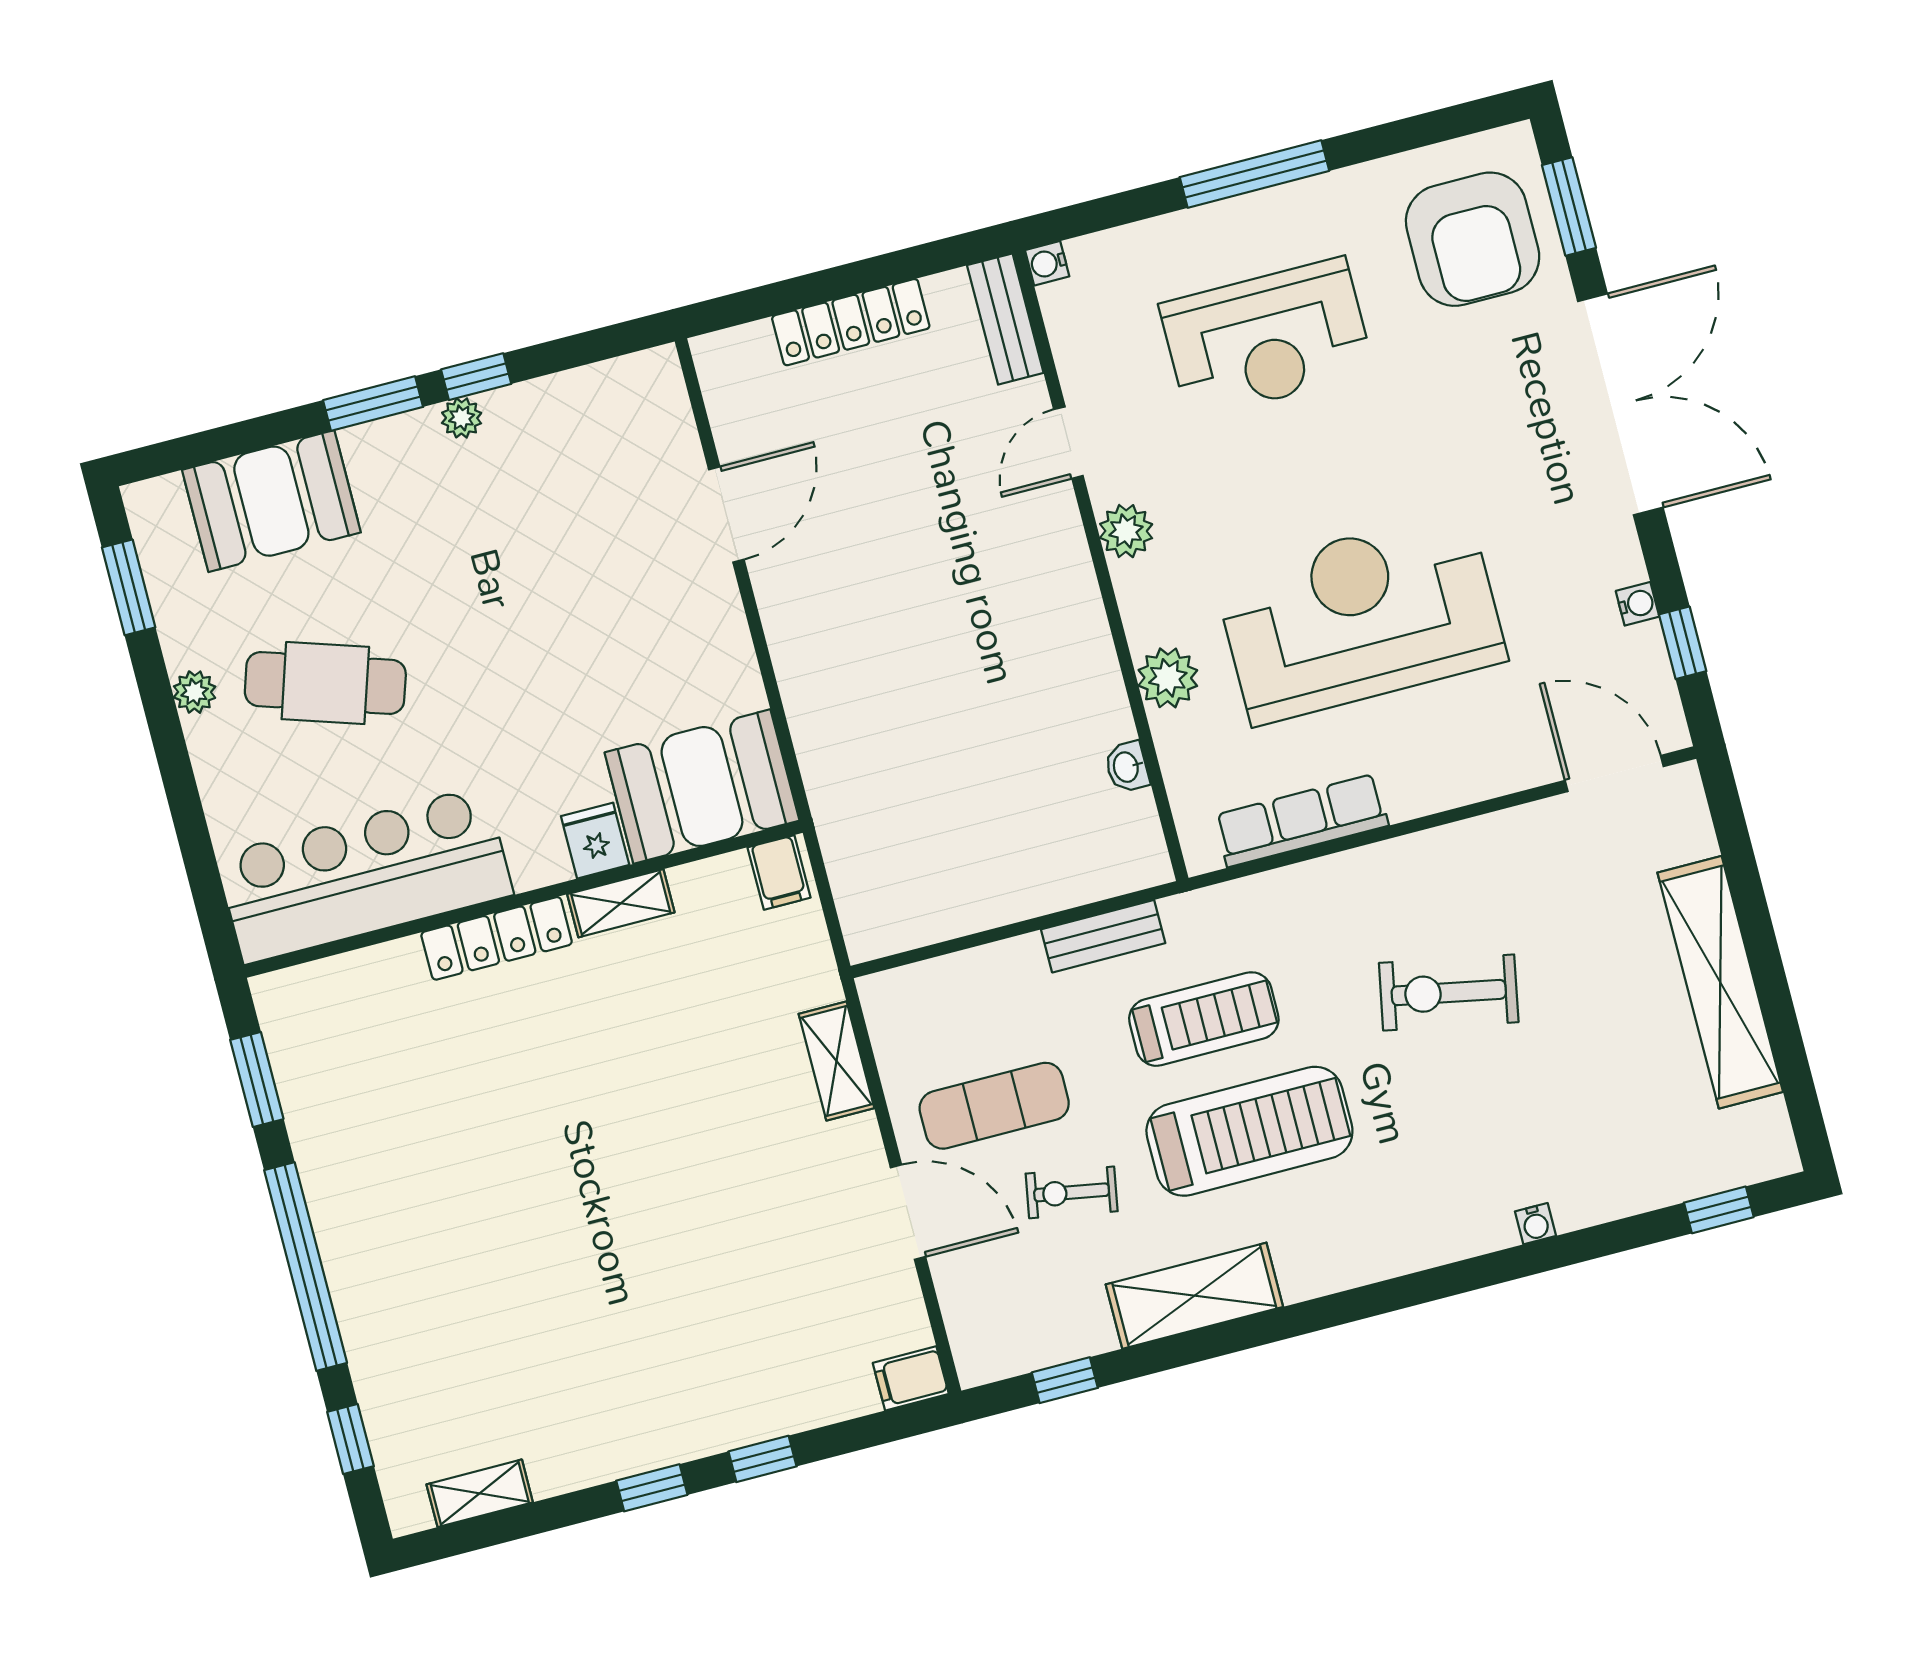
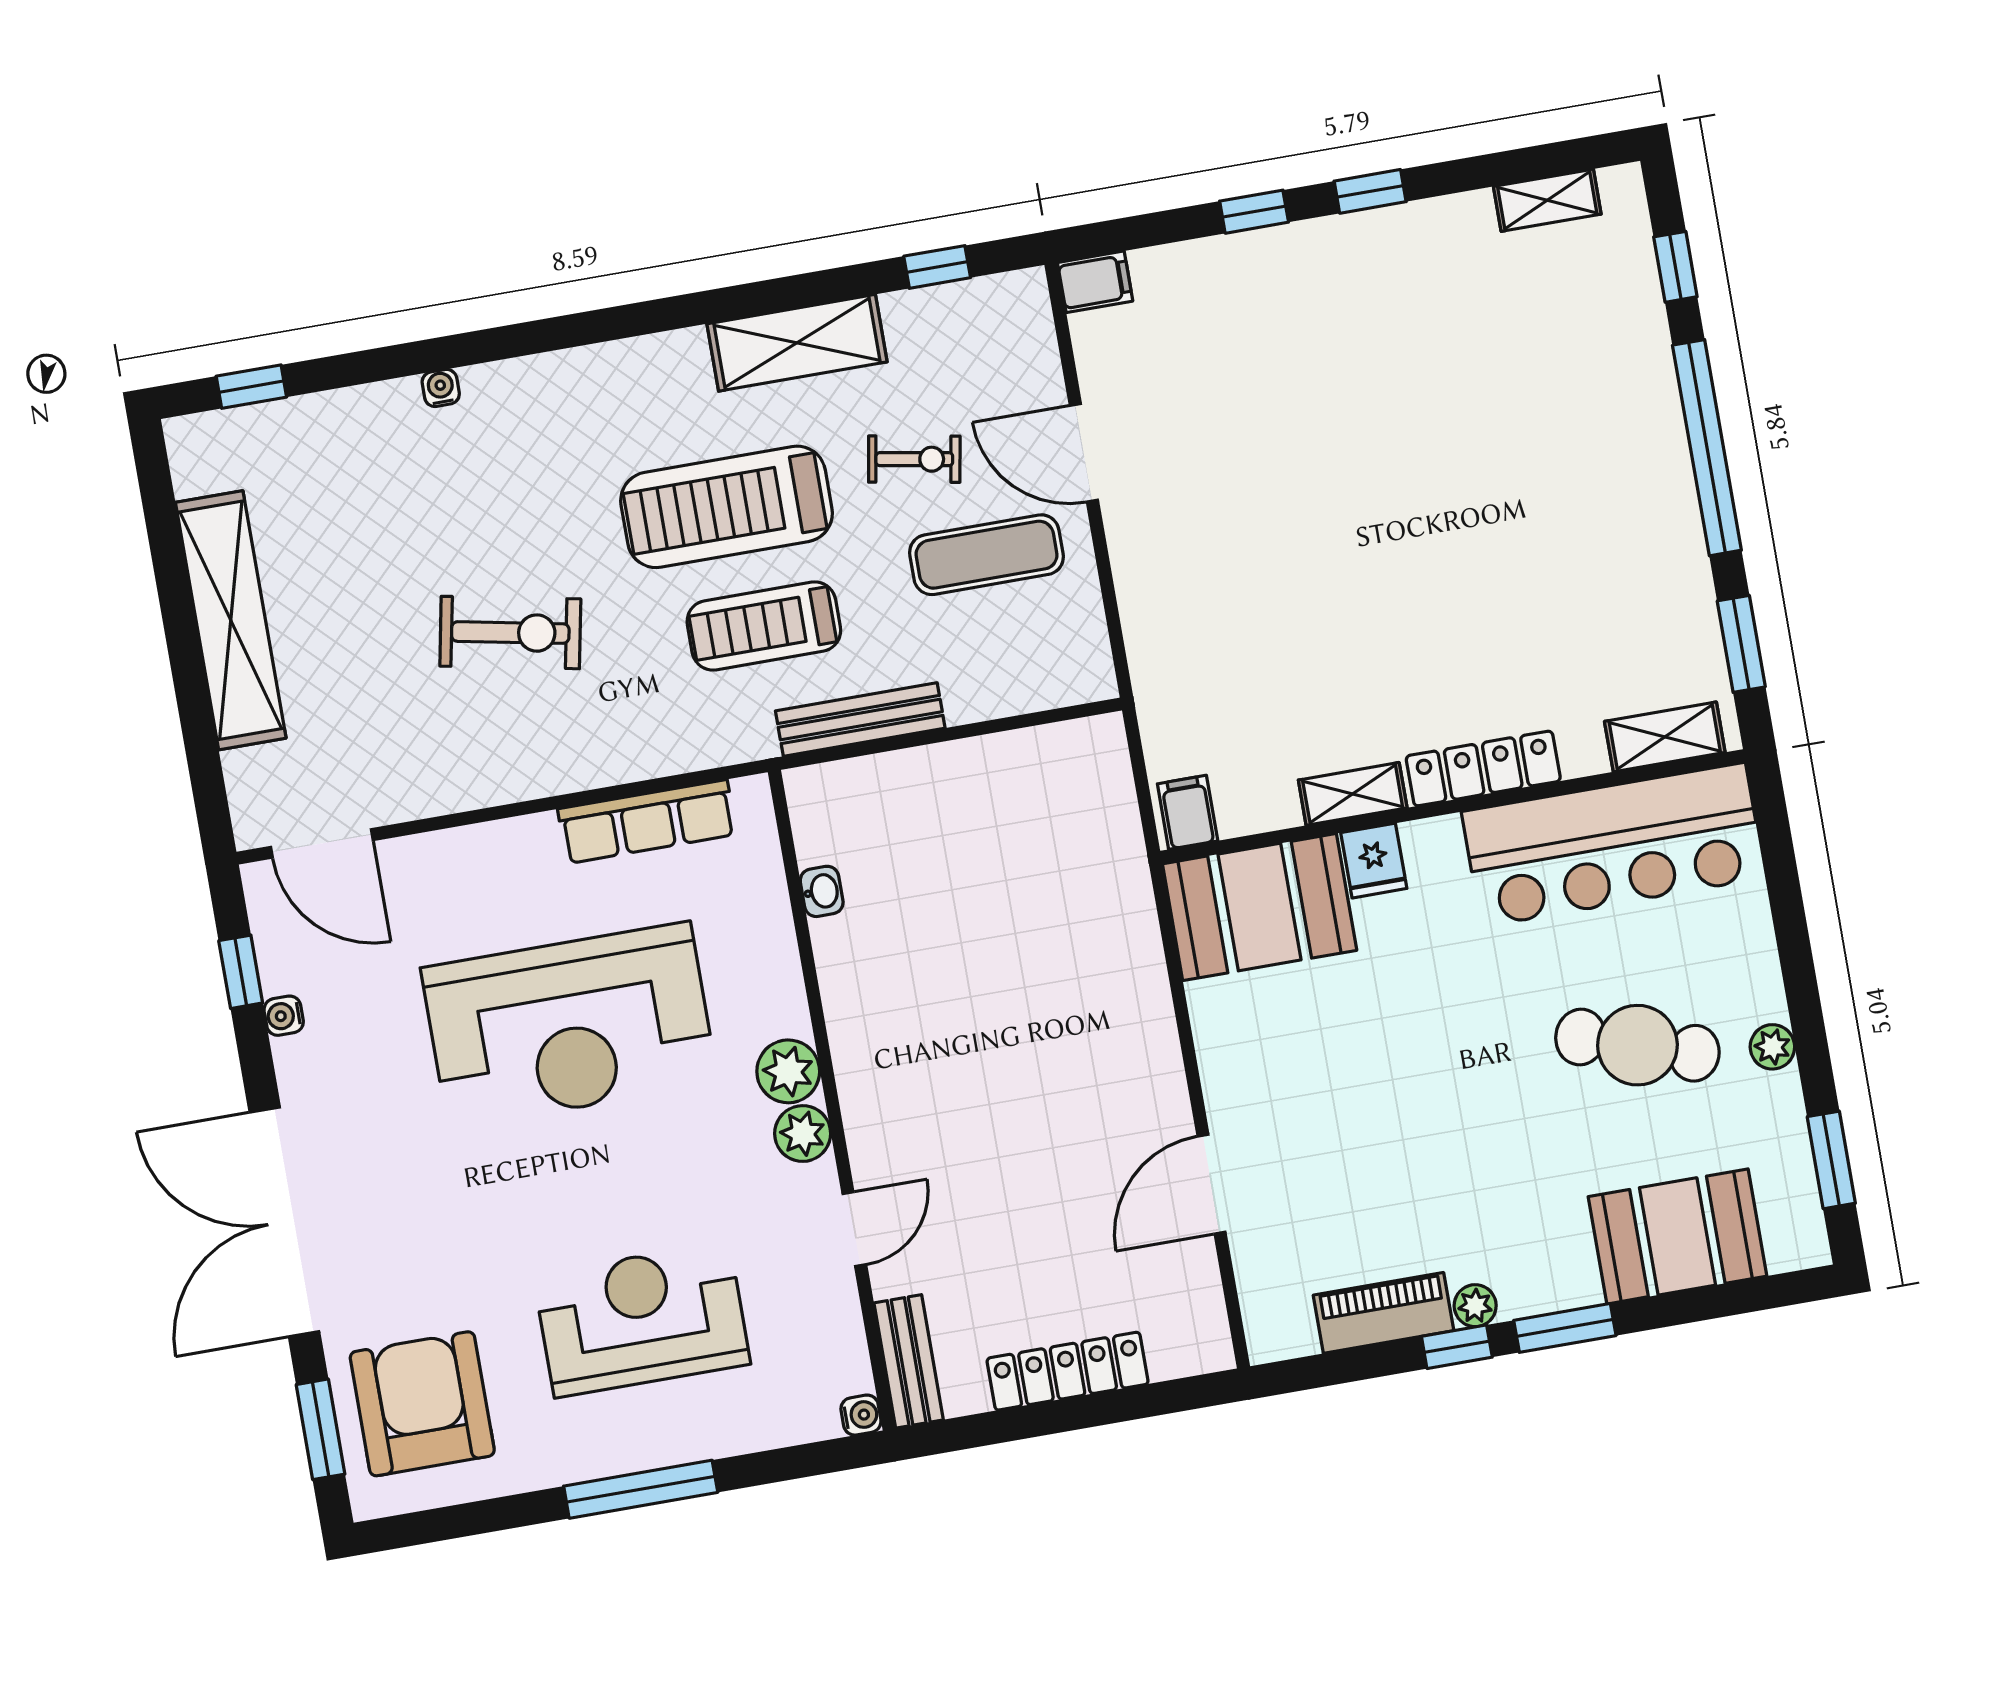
piano: (550, 404) -> (1383, 1313), added
plant: (1168, 678) -> (788, 1071), moved
bench: (1103, 936) -> (860, 719), width x1.36
shelving: (836, 1061) -> (1665, 737), moved, turned 90

